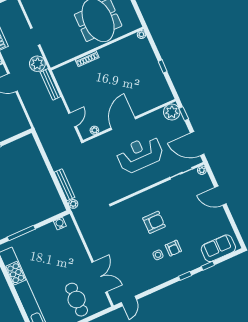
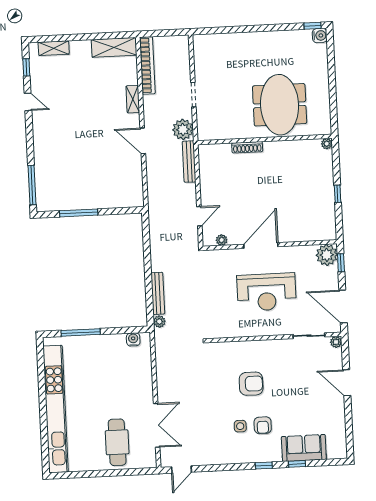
reception desk: (140, 154) -> (267, 292), turned 180
sofa: (218, 248) -> (304, 448), moved

